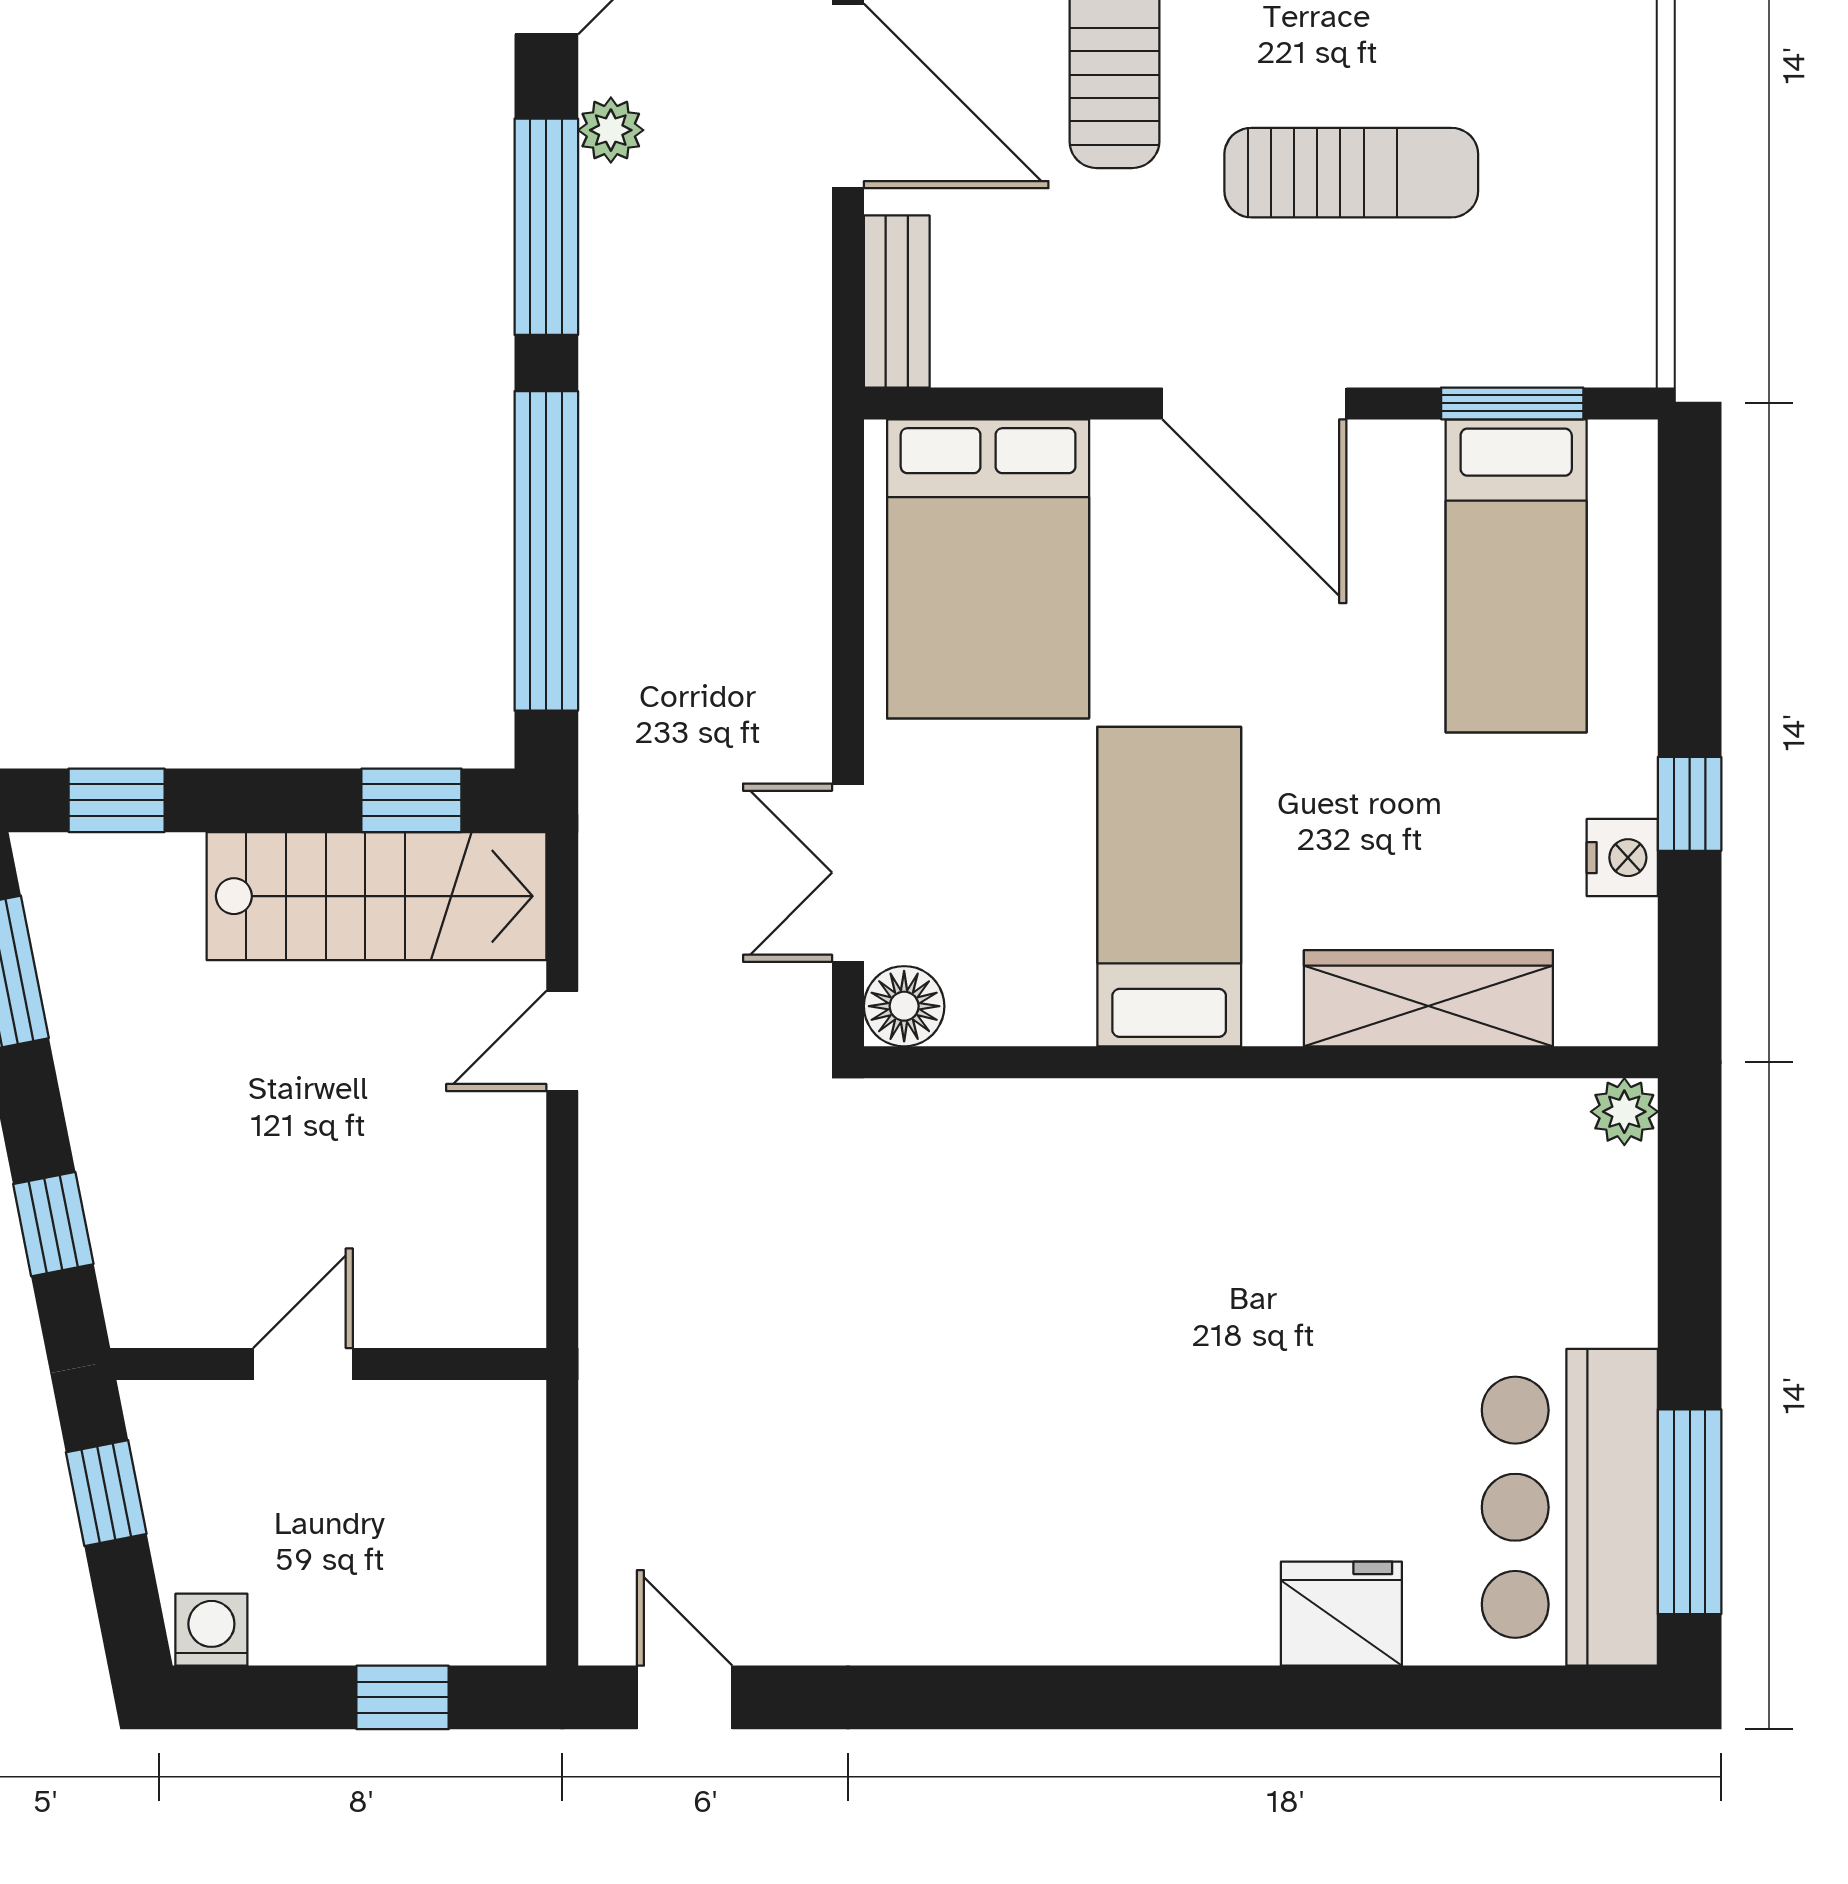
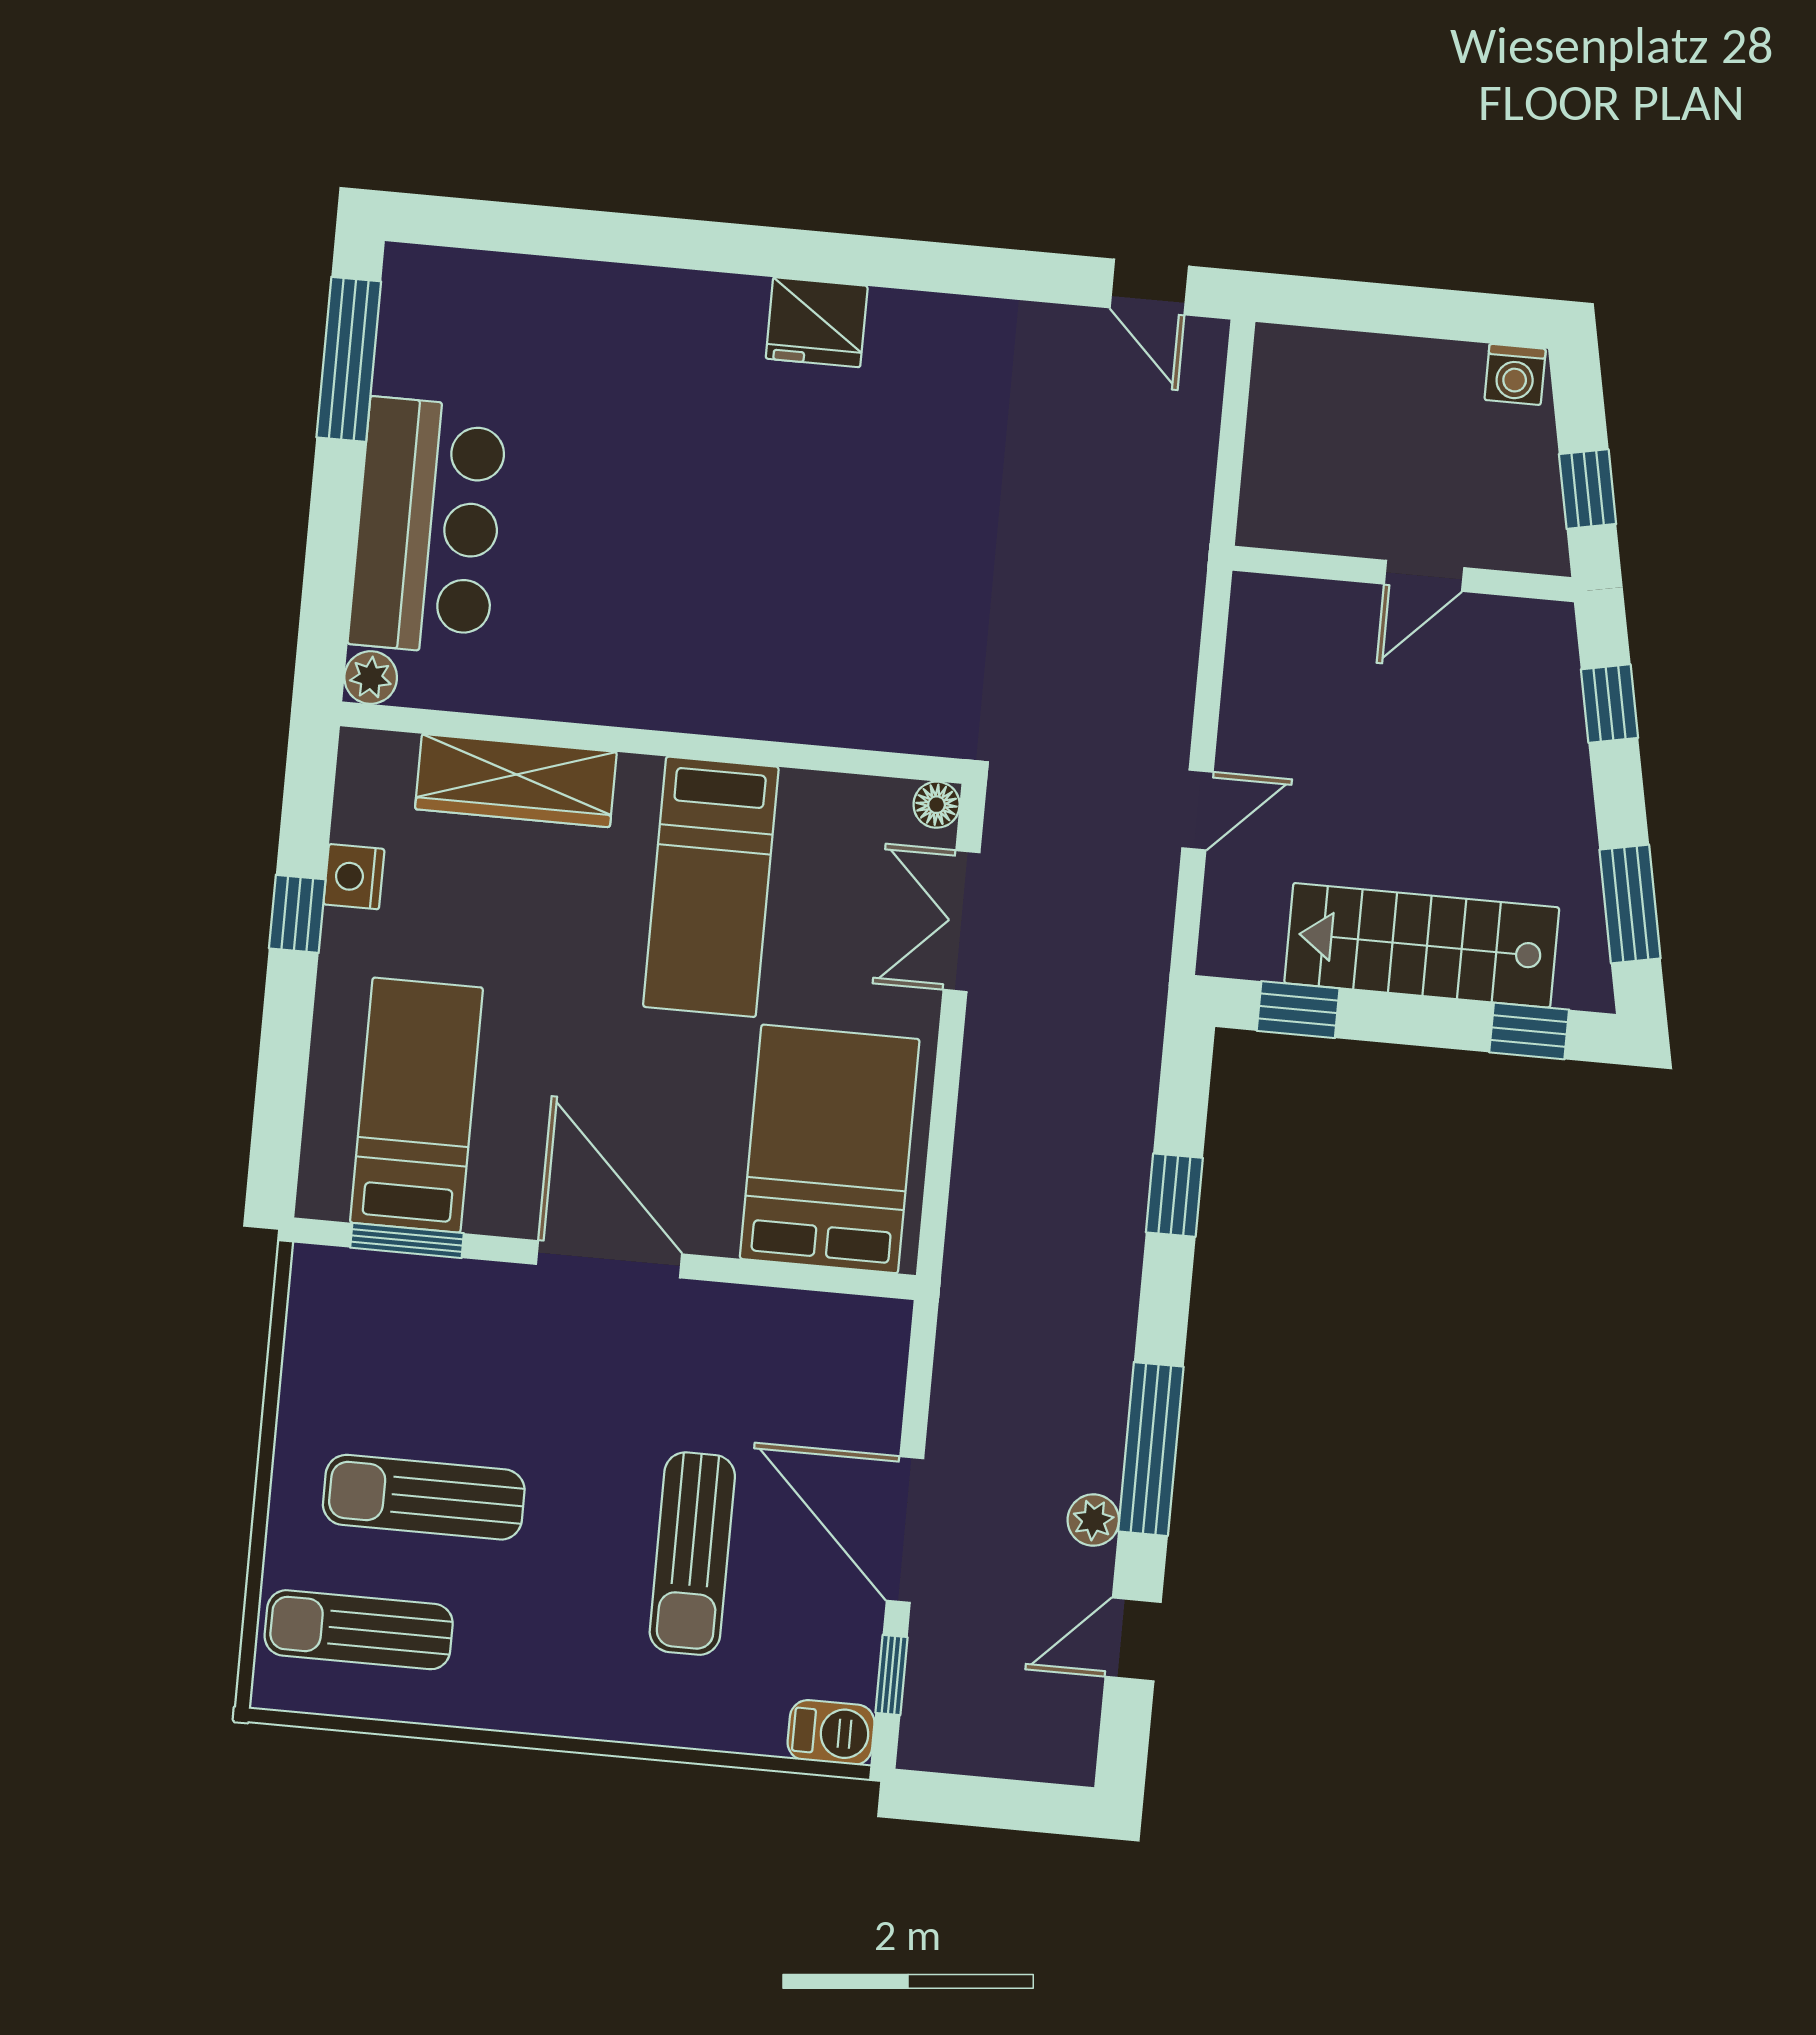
sun lounger: (1351, 173) -> (424, 1497), moved
bench: (897, 301) -> (882, 1365), removed
window: (546, 551) -> (1174, 1195), width x0.32
double door: (848, 873) -> (961, 921), swing flipped
stairs: (377, 896) -> (1422, 945), moved
floor lamp: (904, 1006) -> (937, 805), width x0.73, depth x0.73
bar counter: (1570, 1507) -> (428, 526), moved
fridge: (1341, 1614) -> (817, 322), moved
window: (403, 1697) -> (1370, 307), removed

